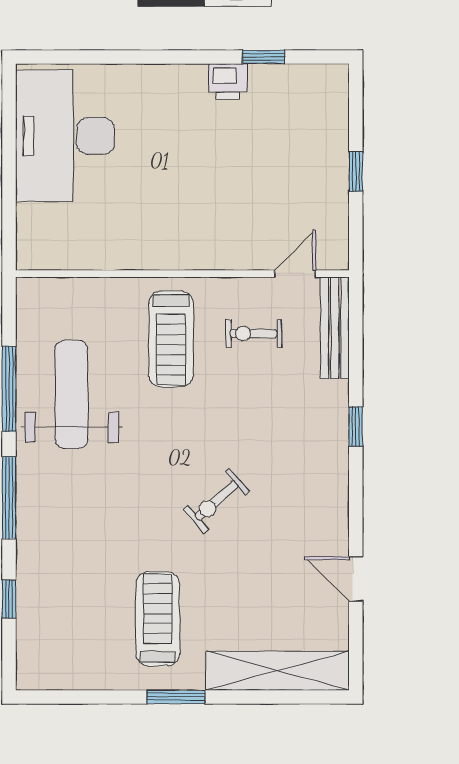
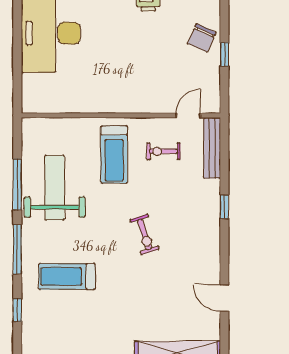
chair: (318, 144) -> (202, 38), added
exercise bike: (216, 501) -> (144, 234), moved, turned -66
treadmill: (158, 619) -> (67, 276), moved, turned -90

